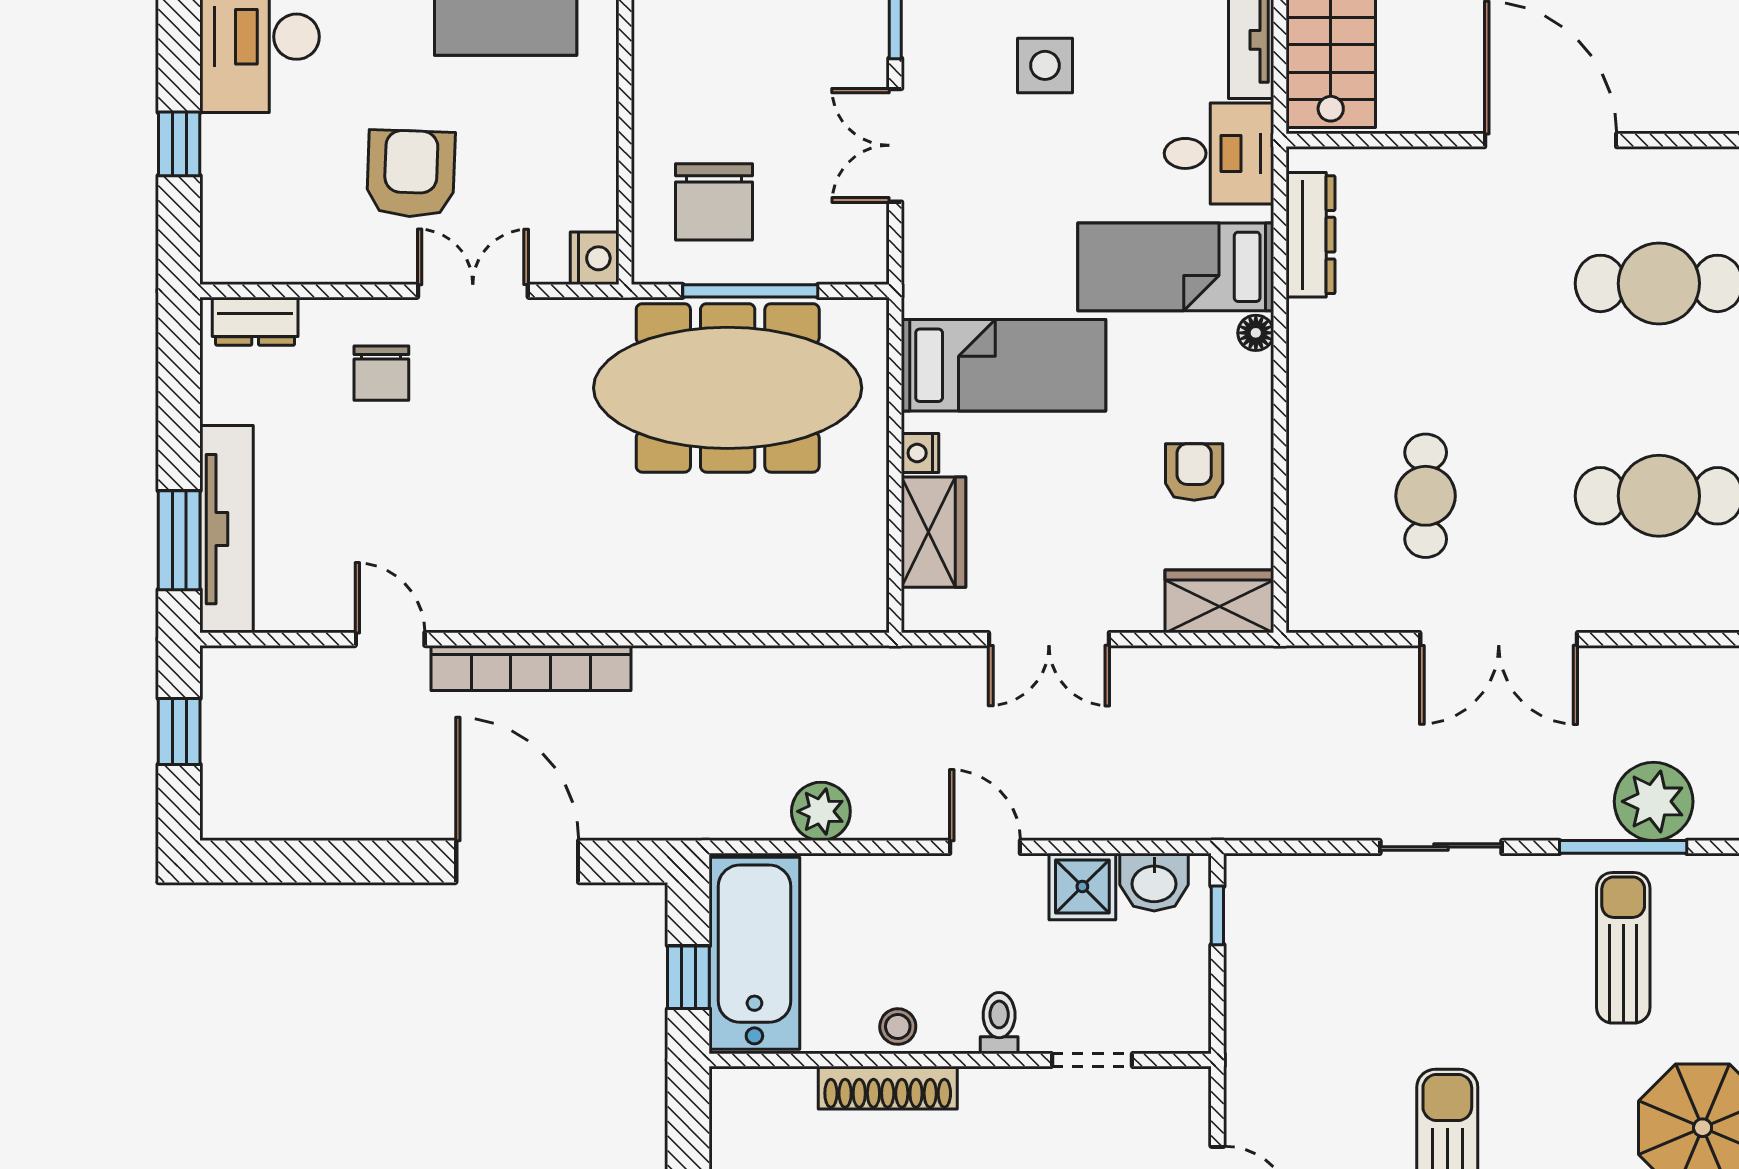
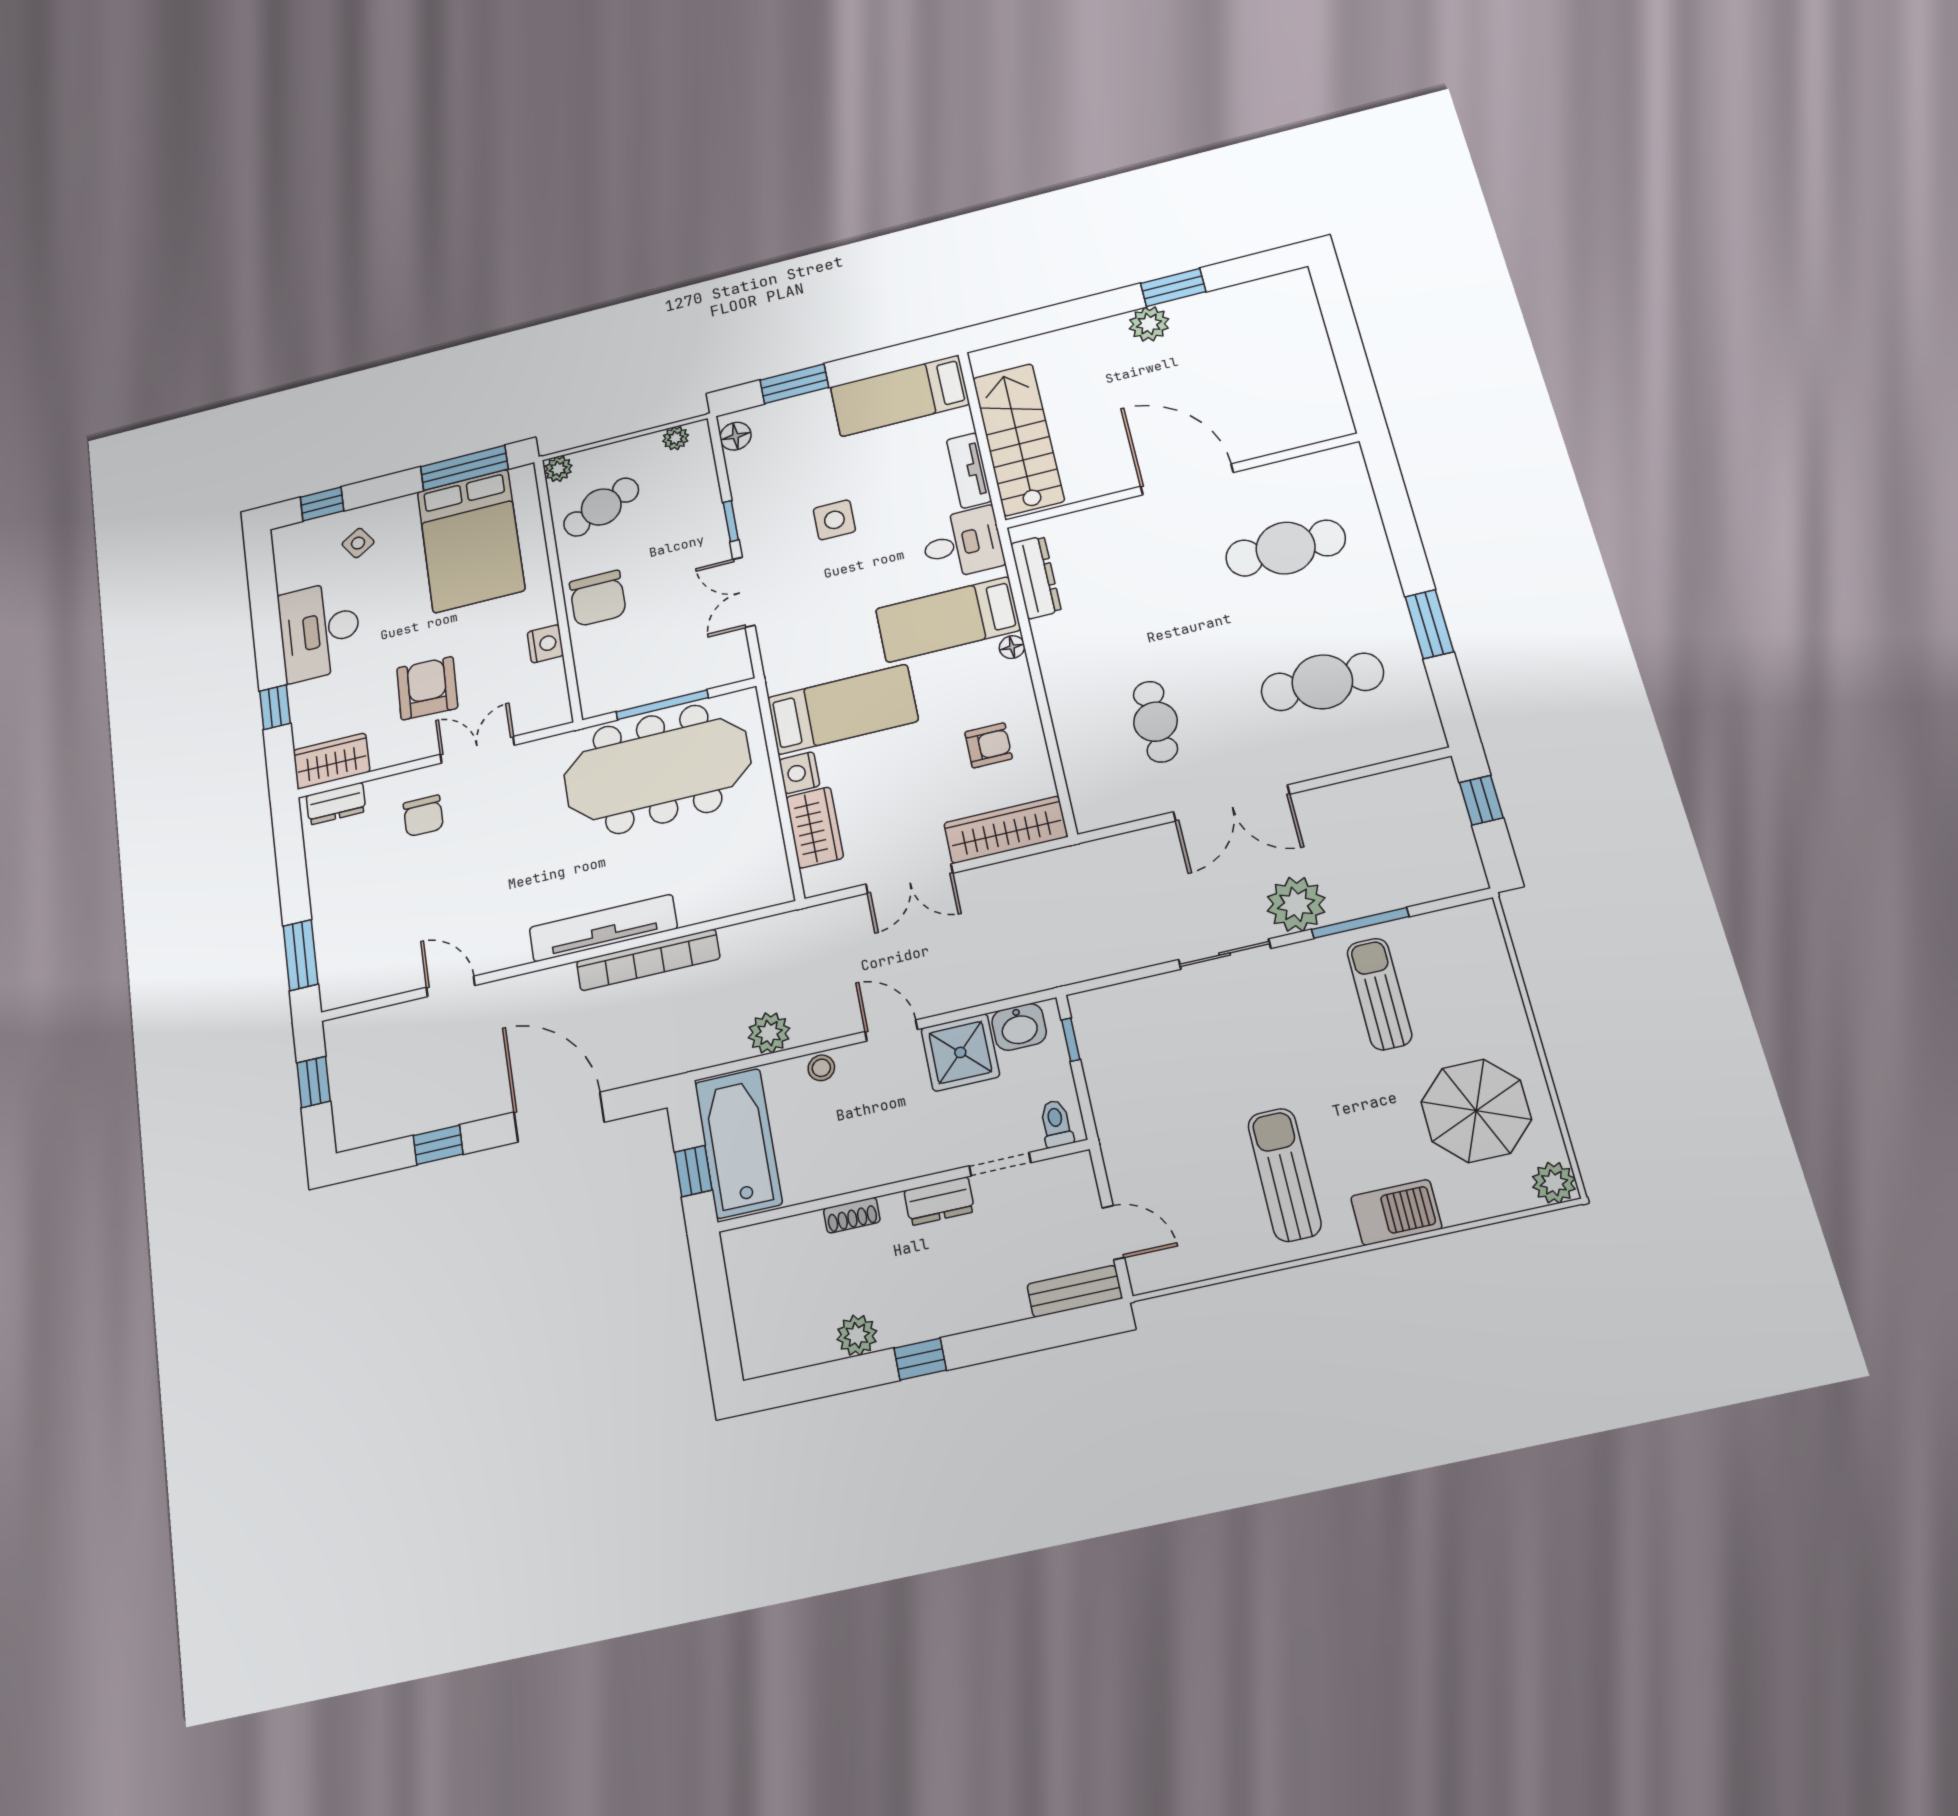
chair: (714, 202) -> (598, 598), moved
wardrobe: (255, 252) -> (331, 761), added
nightstand: (595, 258) -> (545, 644), moved
nightstand: (920, 453) -> (799, 773), width x1.39, depth x1.35
armchair: (1194, 472) -> (989, 745), turned 90
tv unit: (226, 529) -> (603, 928), moved, turned -90
wardrobe: (1219, 601) -> (1006, 830), width x1.50
bookcase: (531, 668) -> (648, 960), moved
plant: (1654, 801) -> (1296, 904), moved
window: (345, 861) -> (438, 1145), added
shower: (1082, 886) -> (960, 1052), width x1.36, depth x1.36
toilet: (999, 1023) -> (1056, 1124), moved
stool: (898, 1027) -> (821, 1068), moved
shoe rack: (888, 1088) -> (852, 1215), width x0.51, depth x0.81
dresser: (1004, 1091) -> (939, 1201), added

